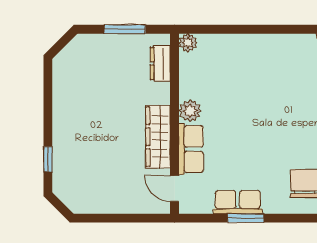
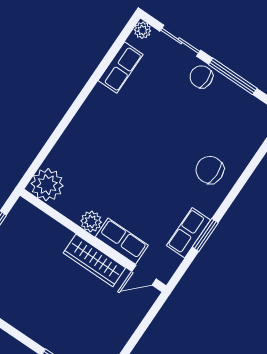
plant: (188, 43) -> (47, 185), width x1.87, depth x1.87
dresser: (160, 64) -> (38, 220), removed

